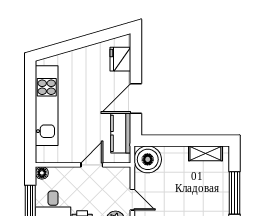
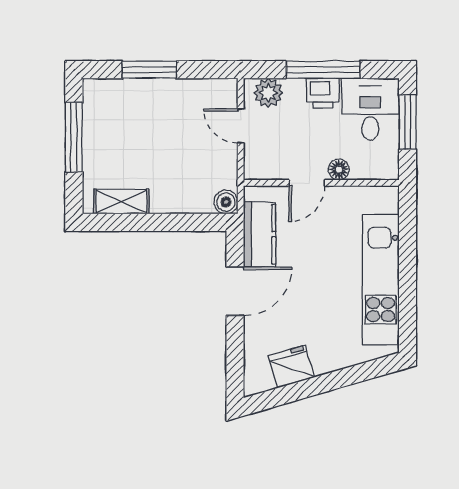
fridge: (120, 59) -> (291, 367), moved, turned -106
boiler: (148, 159) -> (226, 202), width x0.54, depth x0.54
floor lamp: (42, 173) -> (339, 170), moved

